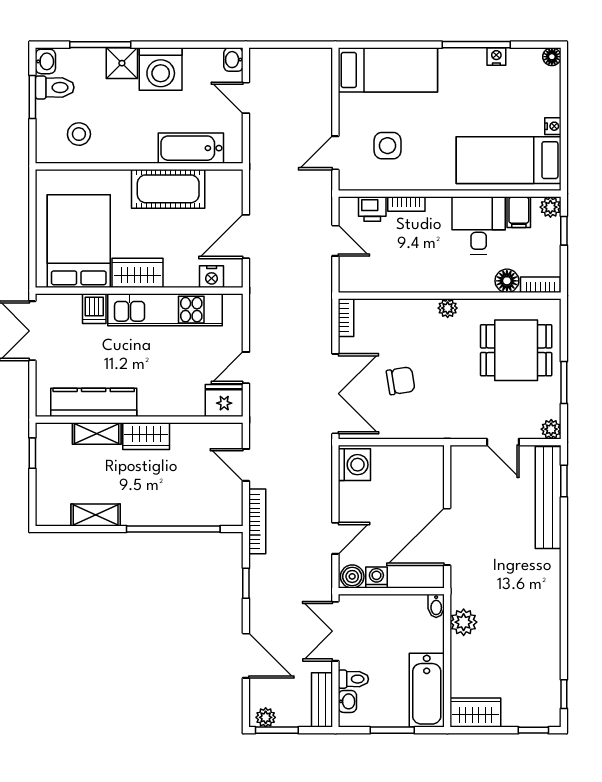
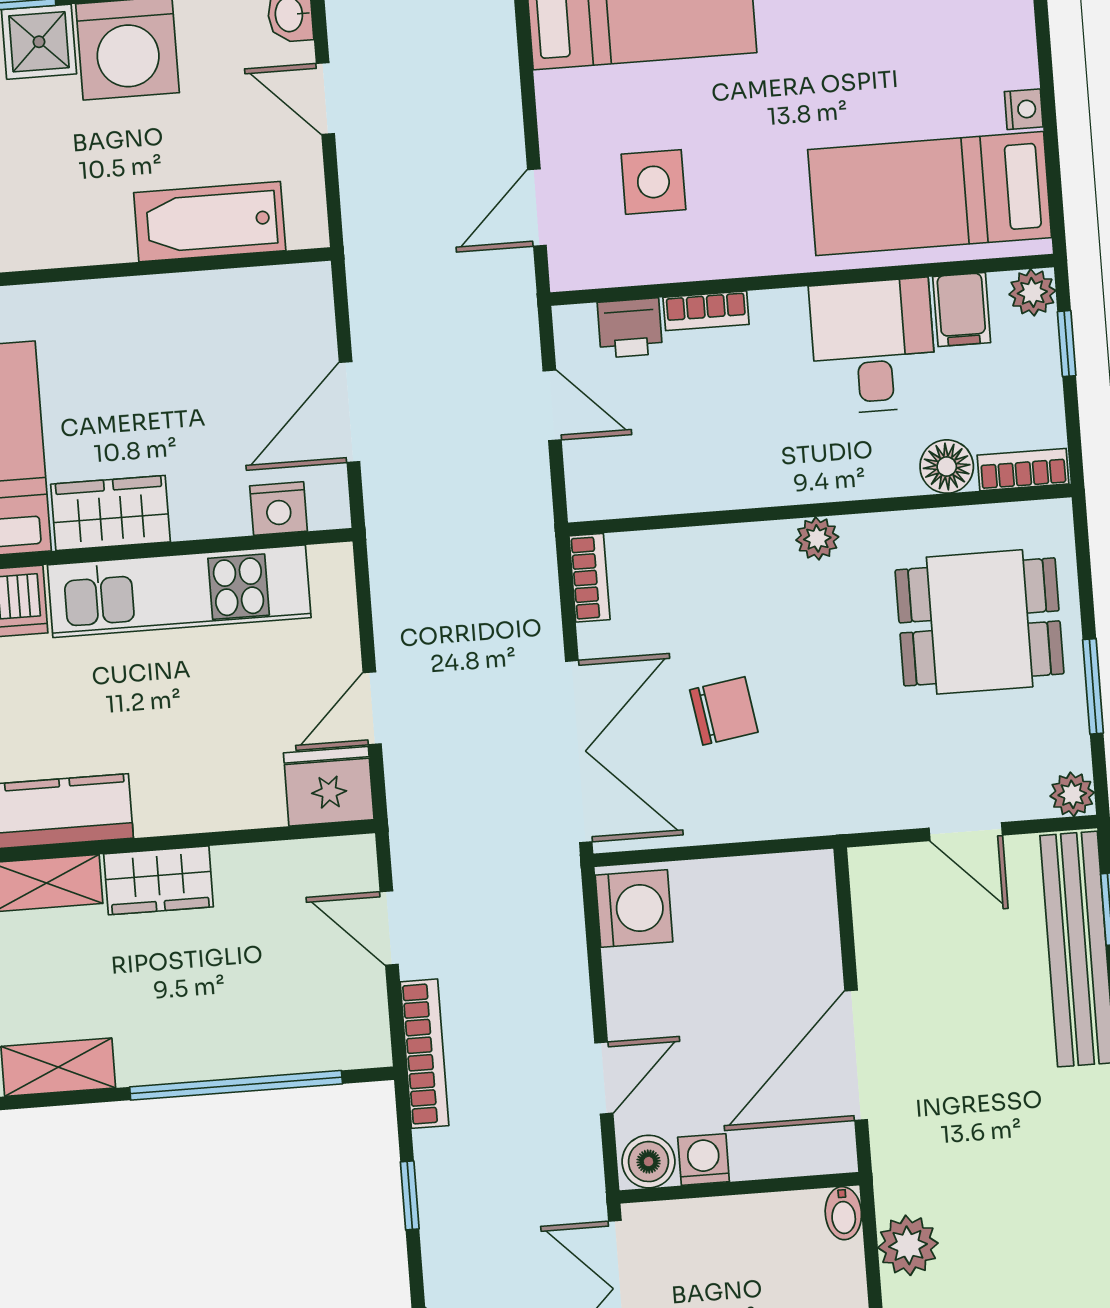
cot: (168, 189) -> (165, 318), removed

